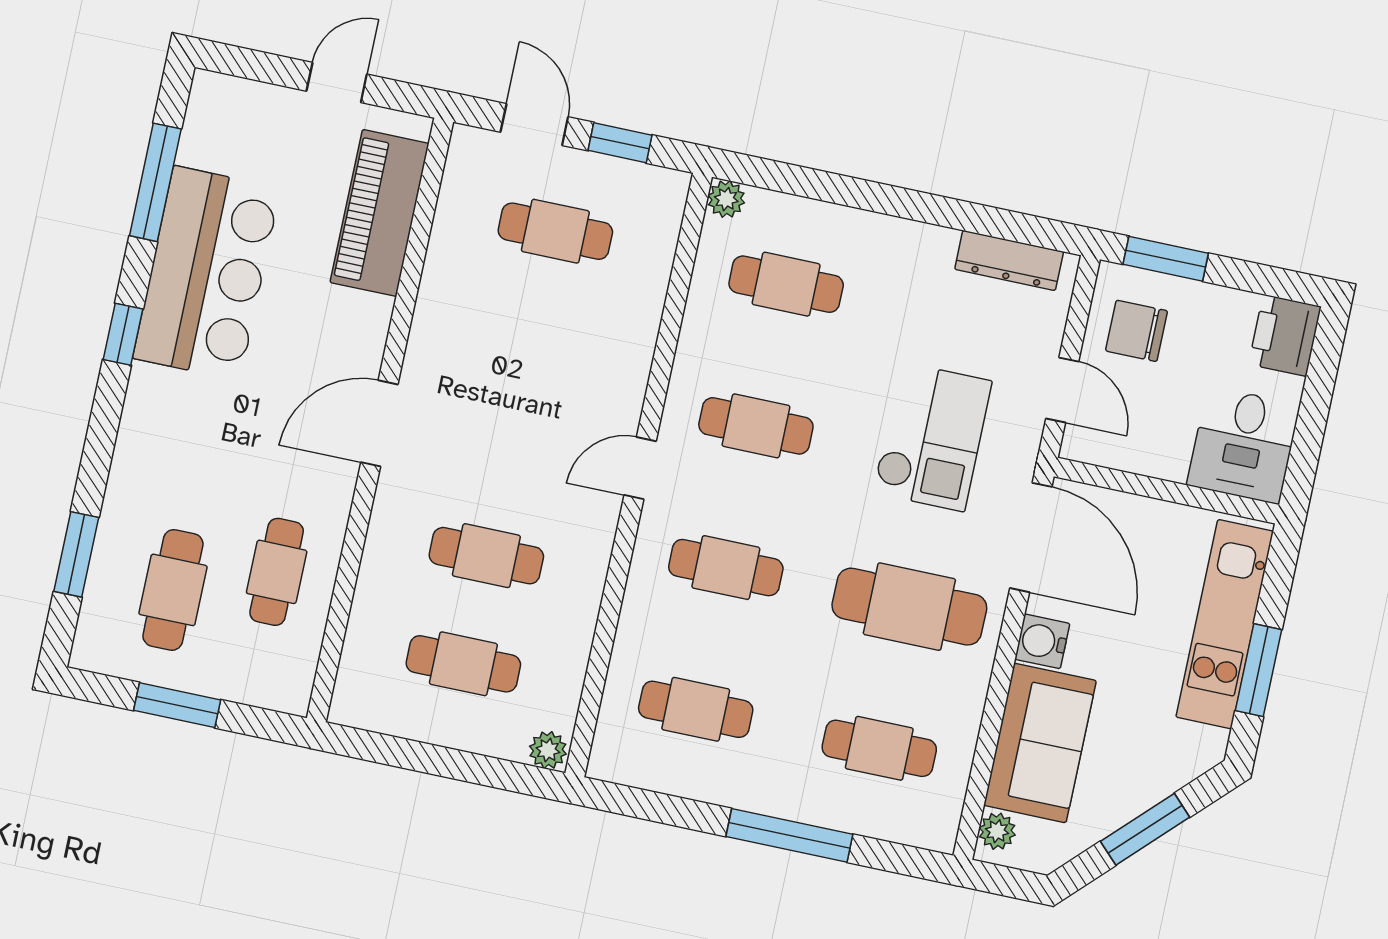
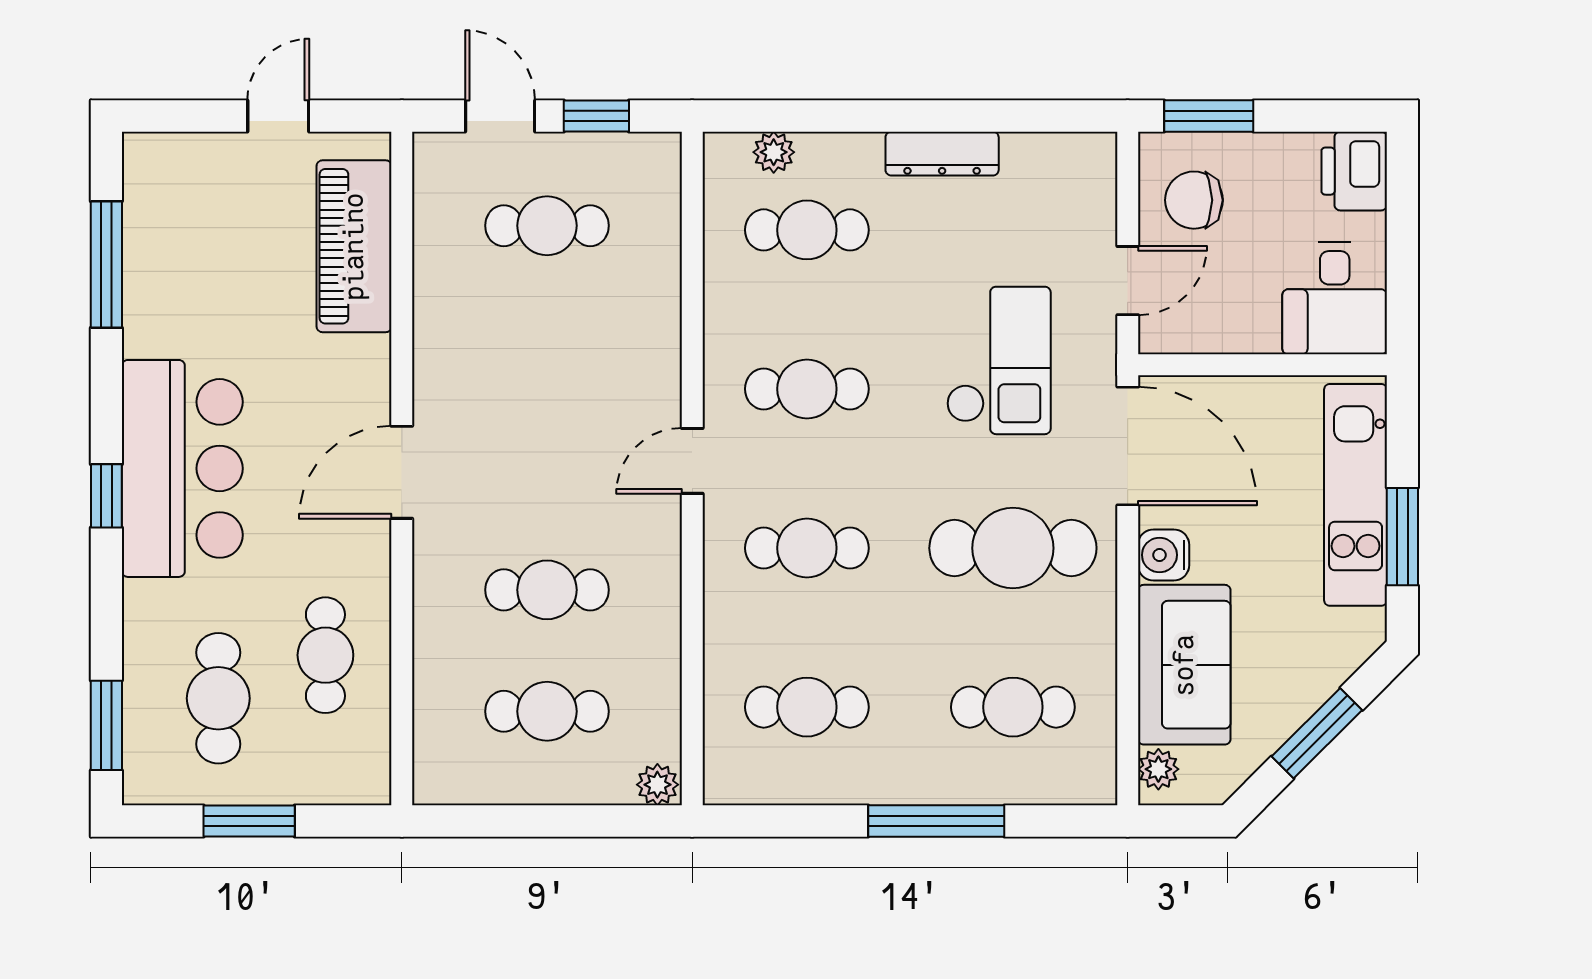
plant: (726, 199) -> (774, 152), moved
dresser: (1009, 260) -> (942, 154), moved
bar counter: (207, 273) -> (182, 468), moved
window: (123, 334) -> (106, 496), moved
door: (1062, 390) -> (1128, 281), hinge flipped
window: (76, 554) -> (106, 725), moved

